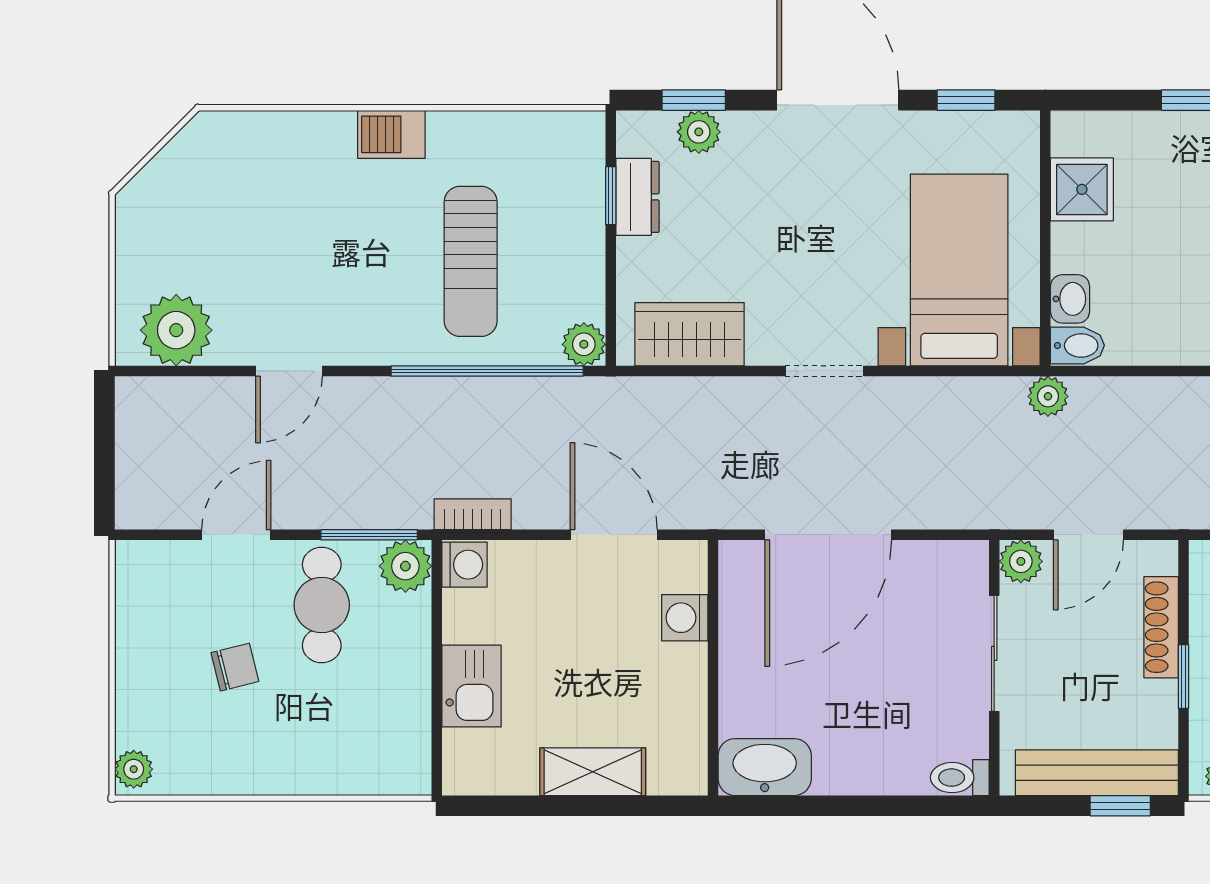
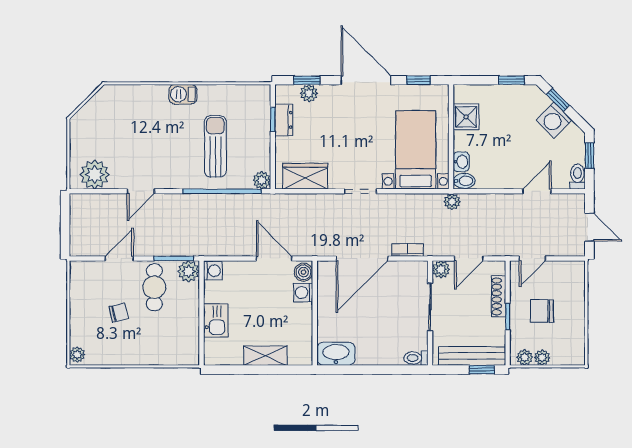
sun lounger: (471, 261) -> (215, 146), turned 180
bookcase: (473, 514) -> (408, 250), moved
boiler: (686, 568) -> (303, 272), added

